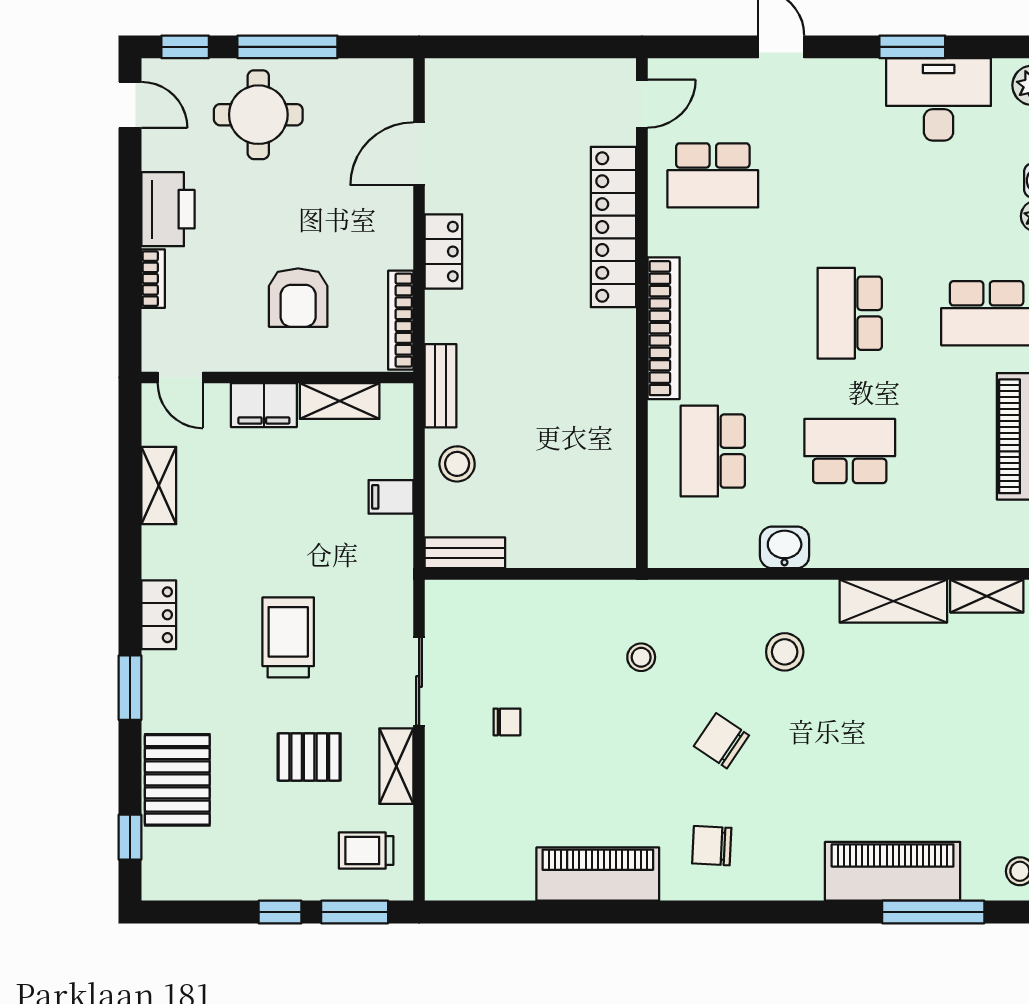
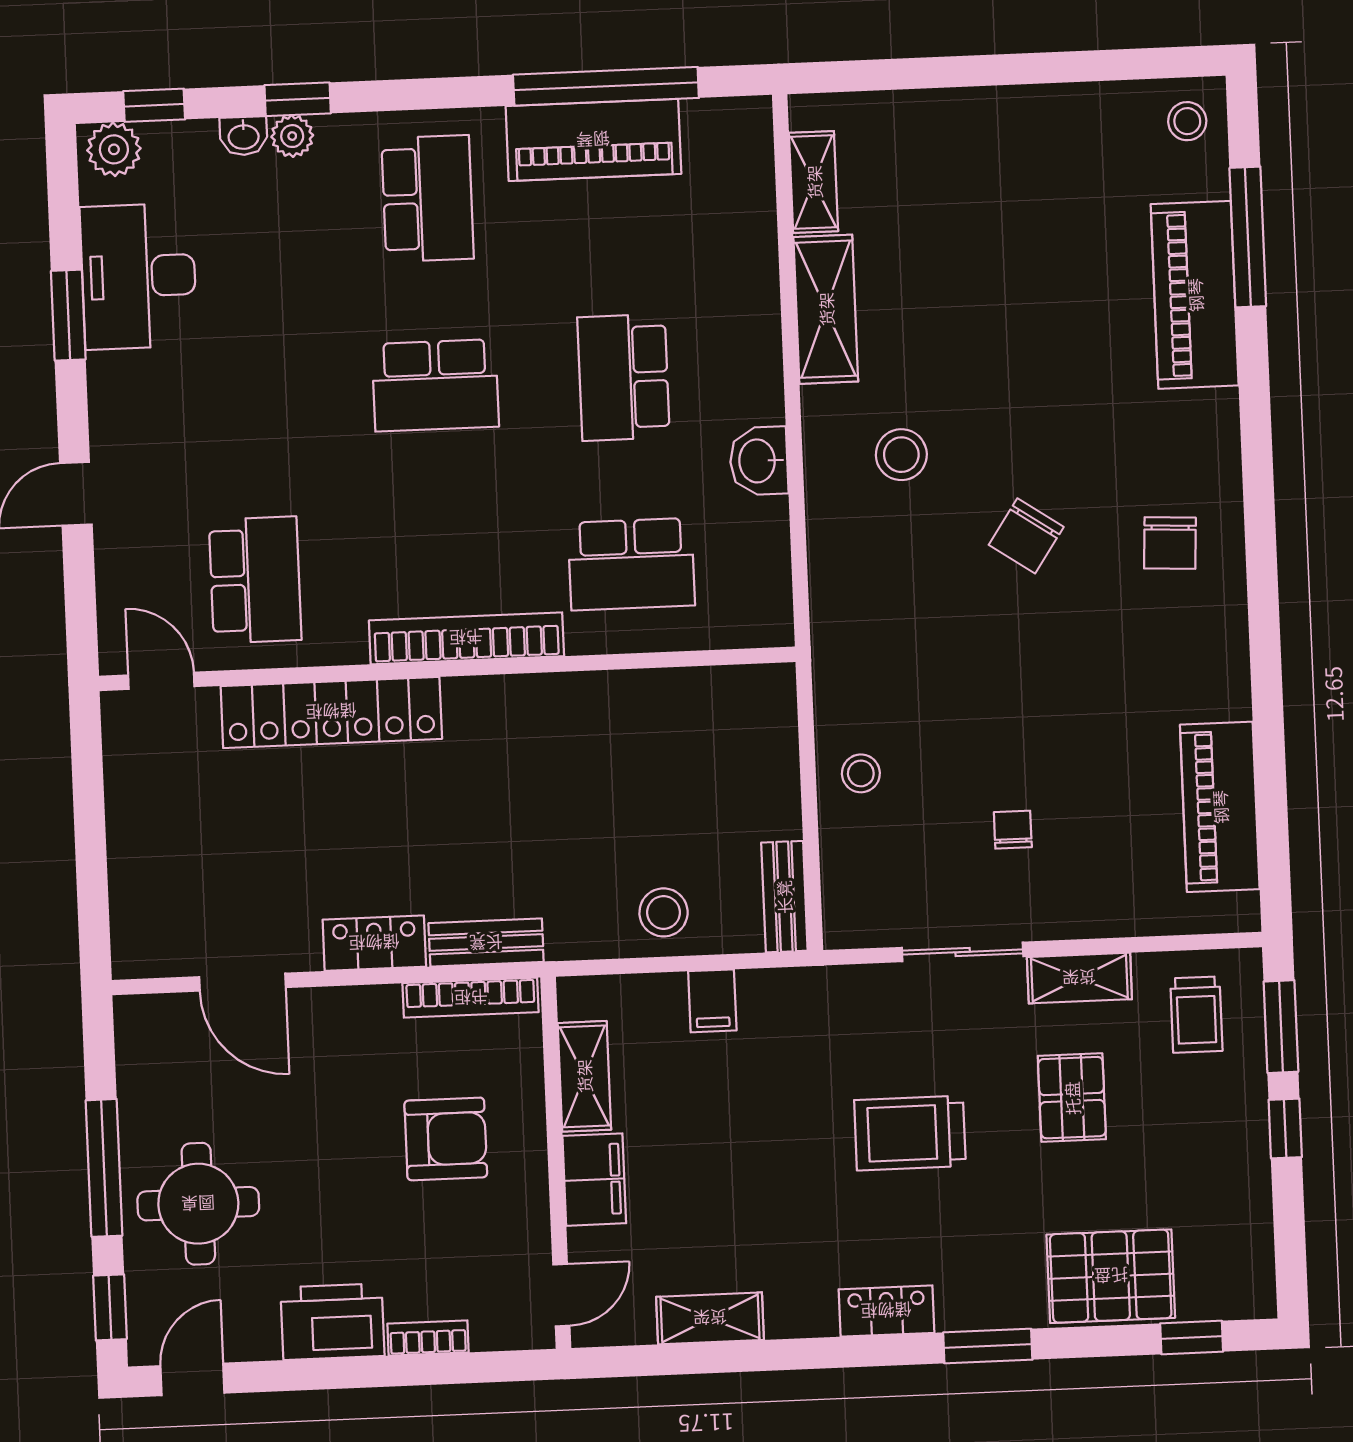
bench: (441, 386) -> (486, 943), moved
stool: (641, 657) -> (861, 773), moved
piano: (598, 874) -> (1220, 807), moved

